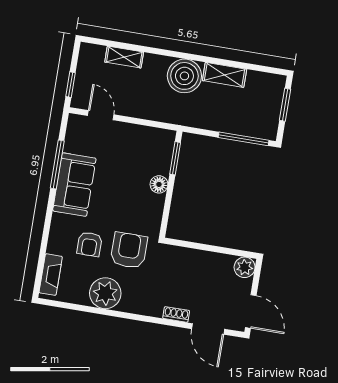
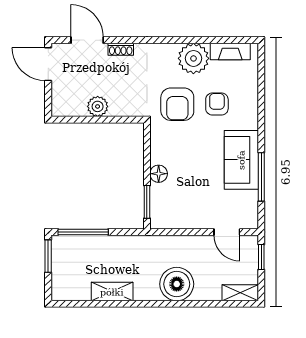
shelving: (124, 57) -> (240, 293), moved
boiler: (184, 76) -> (177, 284), moved
window: (285, 105) -> (48, 256), moved
plant: (245, 267) -> (98, 106), moved
fireplace: (51, 275) -> (230, 52), moved, turned -90

